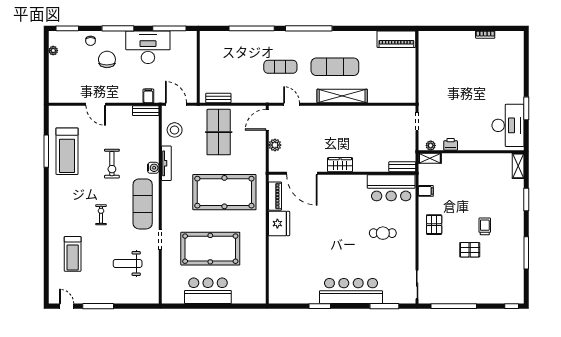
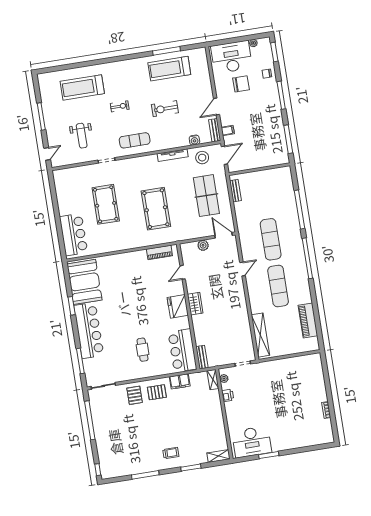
piano: (396, 39) -> (308, 320), moved
desk: (148, 47) -> (231, 57), moved, turned -90
chair: (107, 59) -> (241, 84), moved
exercise mat: (280, 67) -> (271, 239), width x1.36, depth x1.45
shelving: (342, 96) -> (260, 335), moved
door: (96, 104) -> (217, 107), moved
door: (292, 104) -> (243, 269), moved
table tennis table: (219, 132) -> (206, 196), turned 90
water cooler: (153, 168) -> (194, 140), moved
door: (302, 173) -> (183, 272), width x0.53
filing cabinet: (426, 191) -> (180, 381), width x2.00
pool table: (224, 192) -> (156, 209), width x0.73, depth x0.76
exercise mat: (143, 204) -> (135, 140), width x0.73, depth x0.69
fridge: (279, 224) -> (178, 306), moved, turned 90
trolley: (485, 226) -> (171, 453), moved
pool table: (210, 249) -> (106, 204), width x0.73, depth x0.76
pallet: (470, 250) -> (135, 395), moved
treadmill: (73, 254) -> (82, 87), width x1.37, depth x1.38
weight bench: (128, 263) -> (82, 136), turned 180
booth: (295, 287) -> (84, 282), added
bar counter: (208, 291) -> (74, 235), moved
door: (67, 306) -> (47, 154), moved

